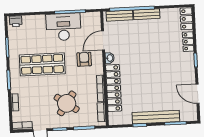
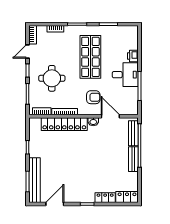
printer: (16, 21) -> (133, 56), moved
desk: (64, 27) -> (125, 75), width x0.73
round table: (67, 103) -> (52, 78), turned -35
bench: (156, 117) -> (34, 180), moved

